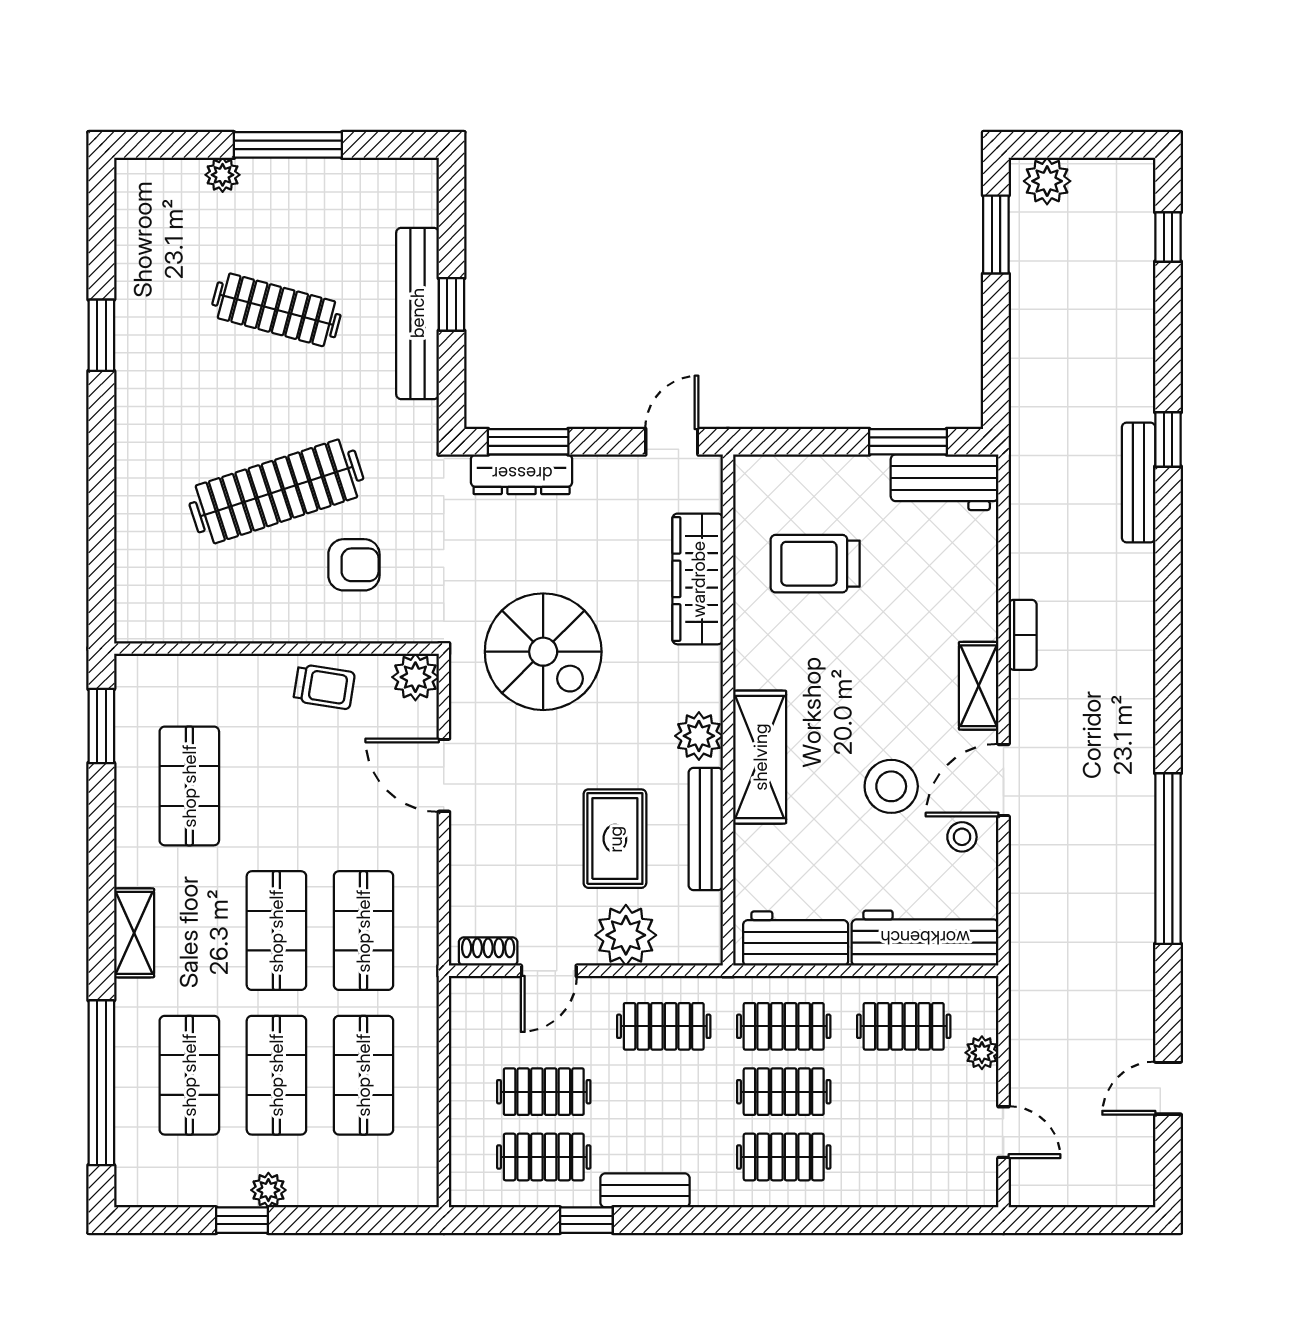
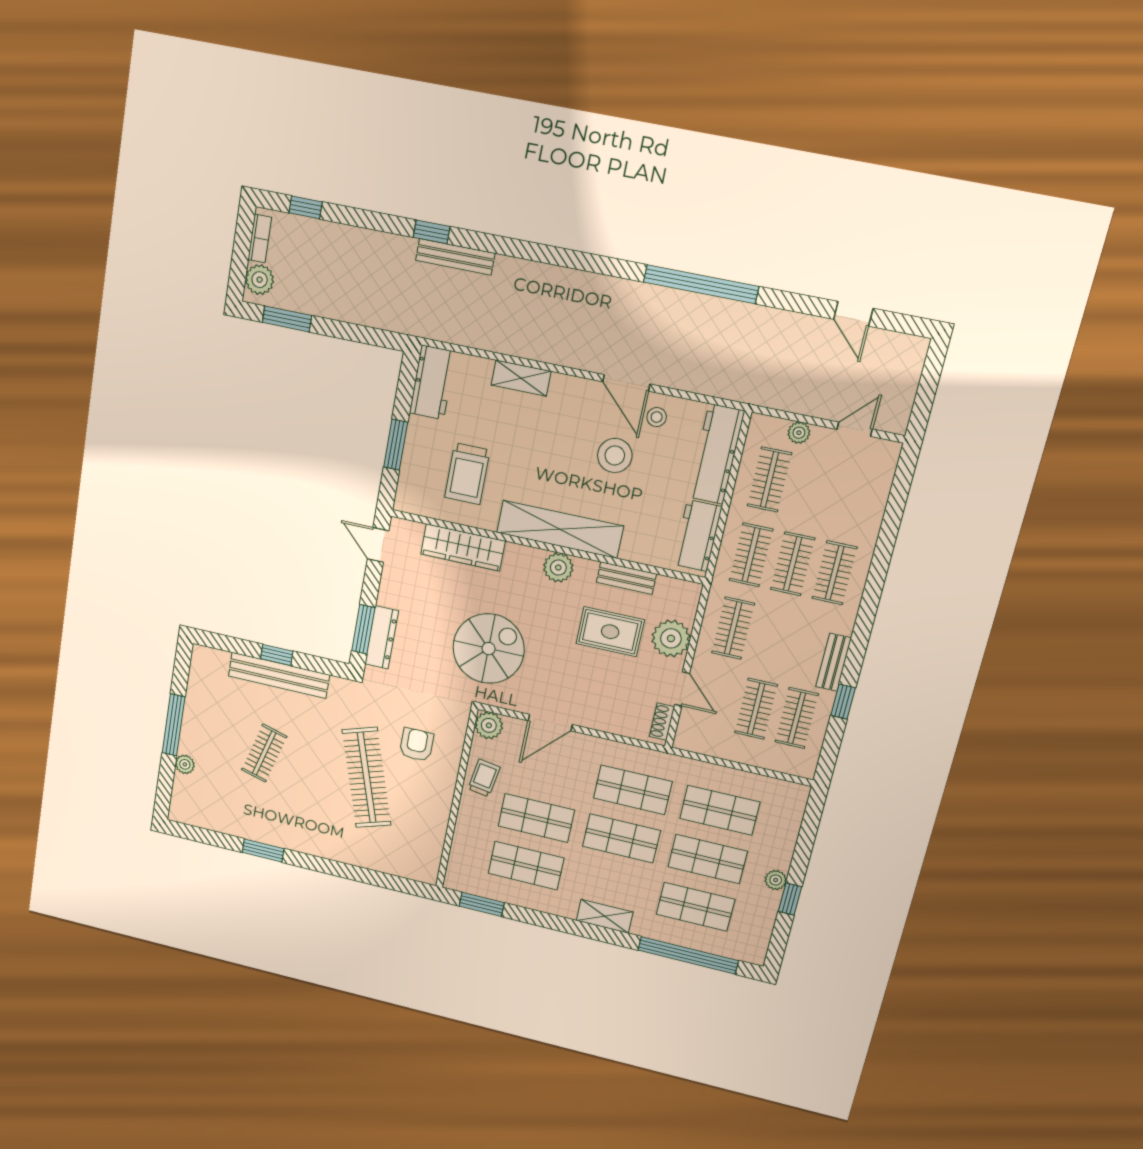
clothes rail: (276, 310) -> (264, 753), width x0.73
window: (908, 442) -> (396, 445), moved
bookcase: (1023, 635) -> (260, 238), moved, turned 90
shelving: (979, 686) -> (521, 378), moved
shelving: (760, 757) -> (560, 529), width x1.47
shop shelf: (276, 786) -> (536, 818), added
bench: (706, 829) -> (626, 578), width x0.73

